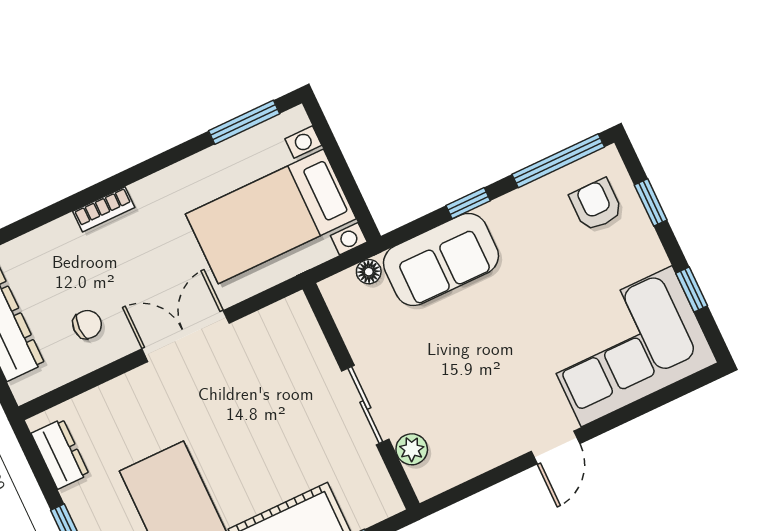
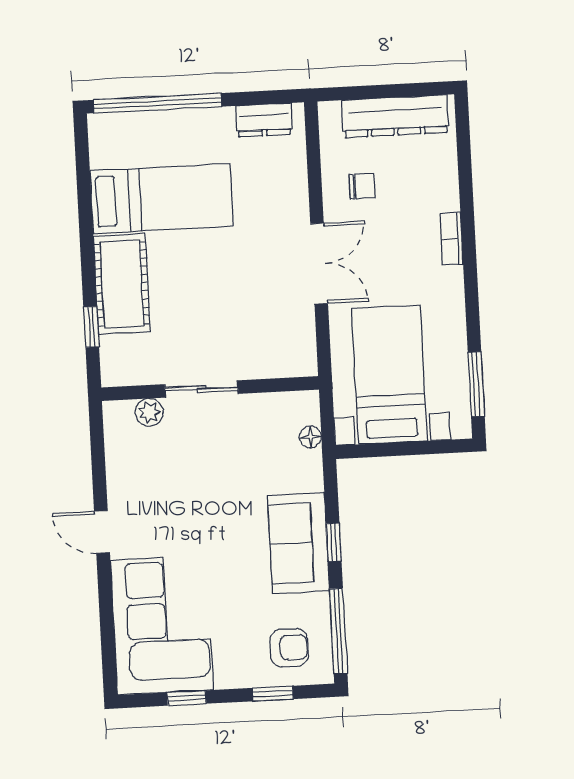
sofa: (441, 259) -> (298, 543), moved
chair: (87, 325) -> (362, 186), turned -90

